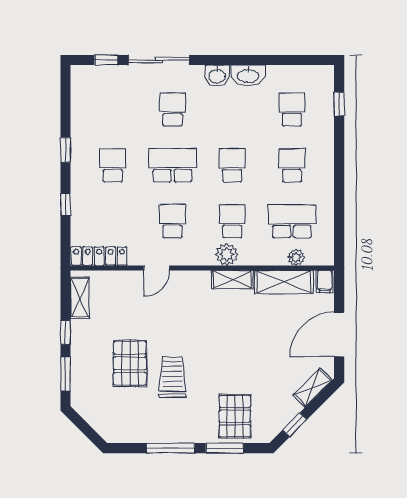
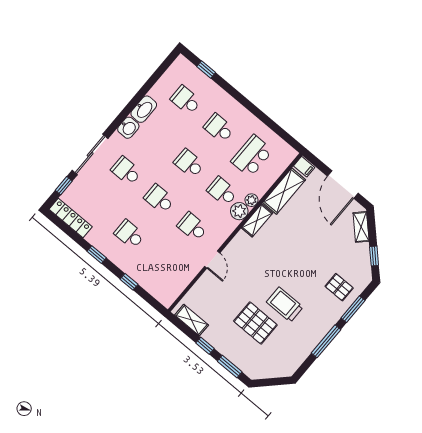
school desk: (172, 165) -> (159, 199), width x0.54
locker: (99, 256) -> (71, 218), moved, turned 90
plant: (296, 257) -> (251, 200), moved
pallet: (235, 416) -> (339, 287), width x0.67, depth x0.71

